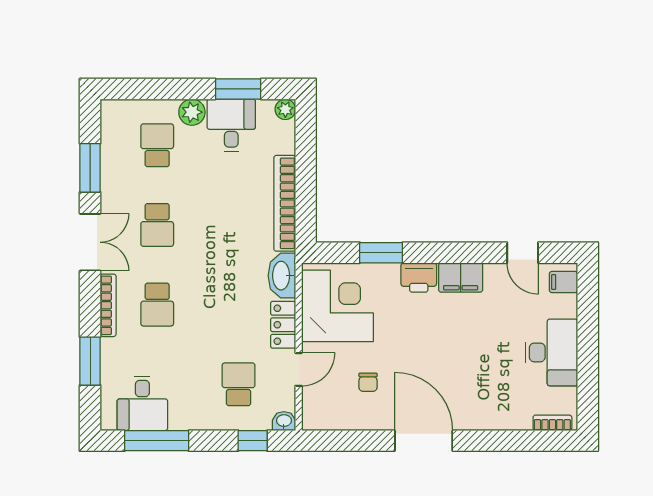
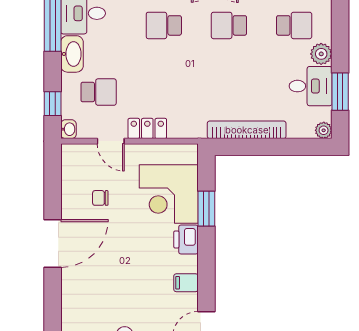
washbasin: (282, 276) -> (72, 54), moved, turned 90
filing cabinet: (461, 277) -> (186, 283), width x0.50
corner desk: (337, 306) -> (169, 194), moved, turned 90

